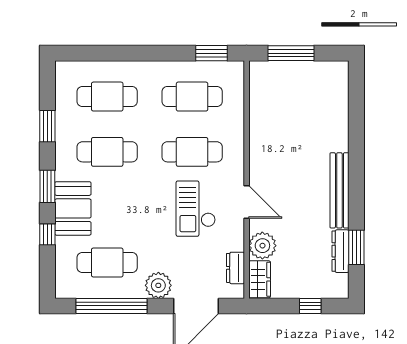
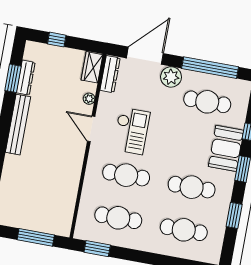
plant: (262, 246) -> (89, 99), width x0.53, depth x0.53
dresser: (235, 268) -> (110, 74), width x1.44

